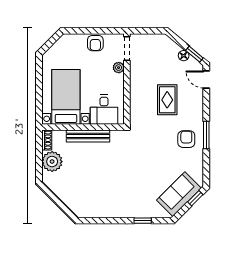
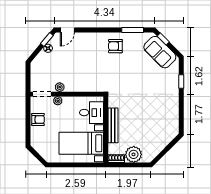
plant: (135, 70) -> (60, 87), added
rug: (167, 100) -> (84, 61), removed
window: (206, 135) -> (133, 30), moved

